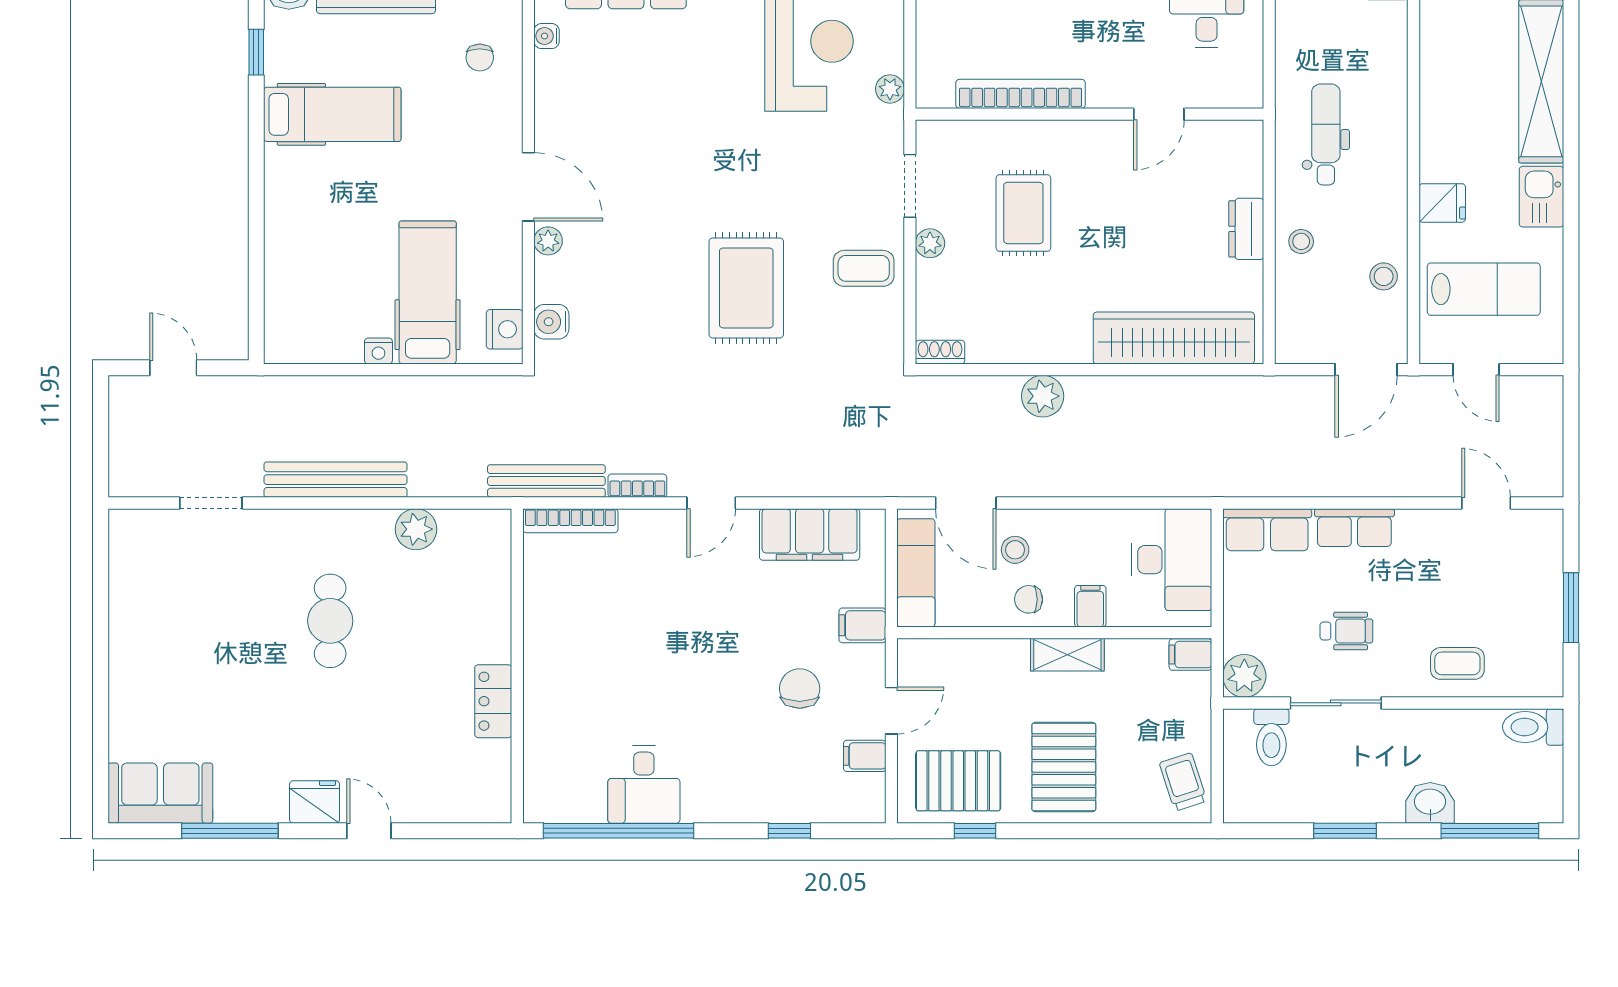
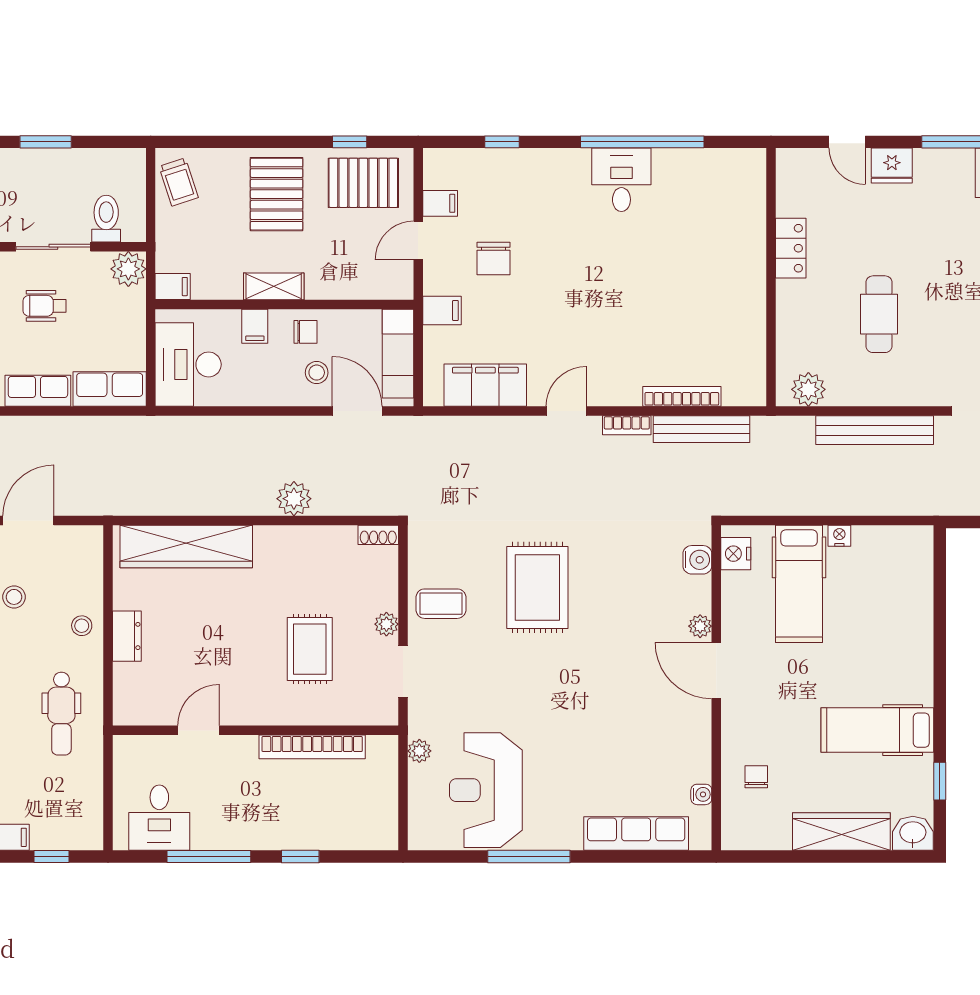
wall: (517, 666) -> (771, 277), moved
locker: (493, 701) -> (791, 248), moved

